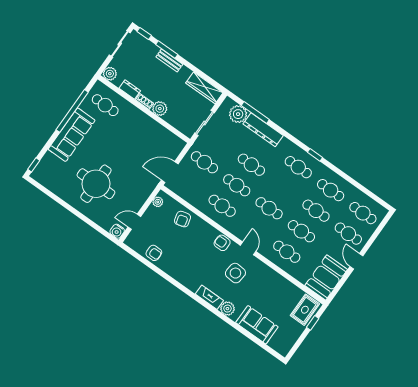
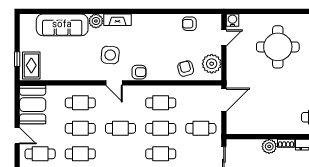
plant: (158, 202) -> (212, 64), width x1.87, depth x1.87
sofa: (257, 325) -> (62, 25), width x1.36

